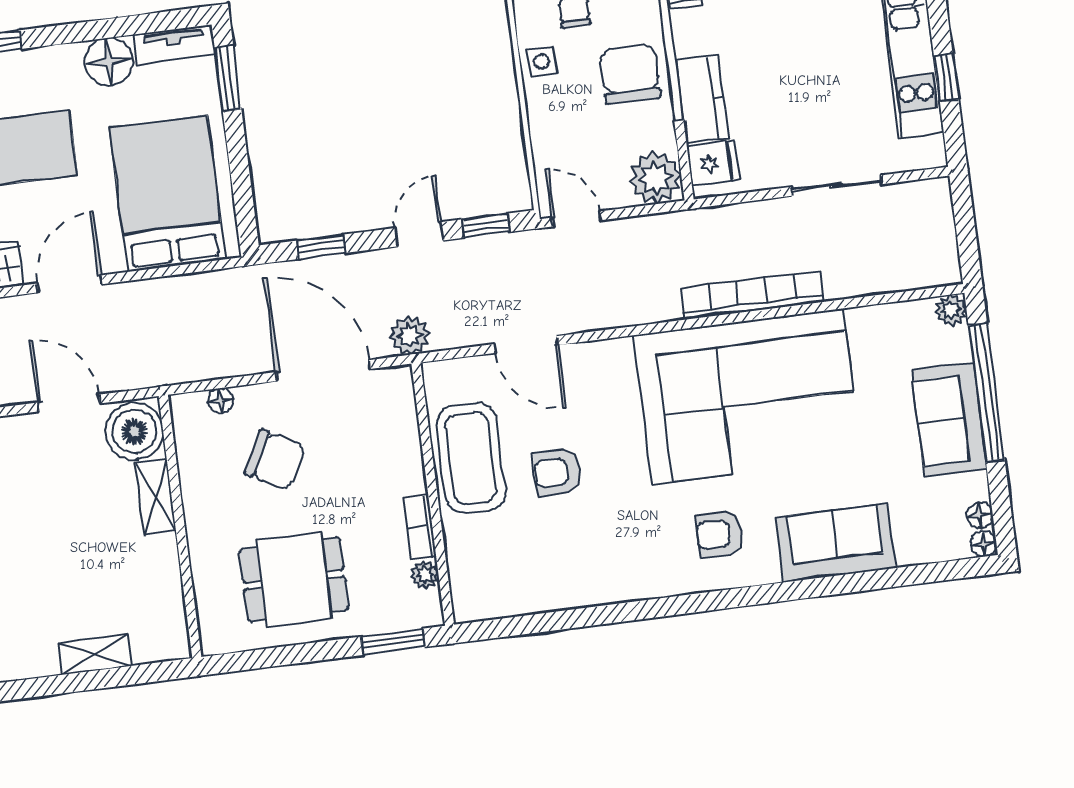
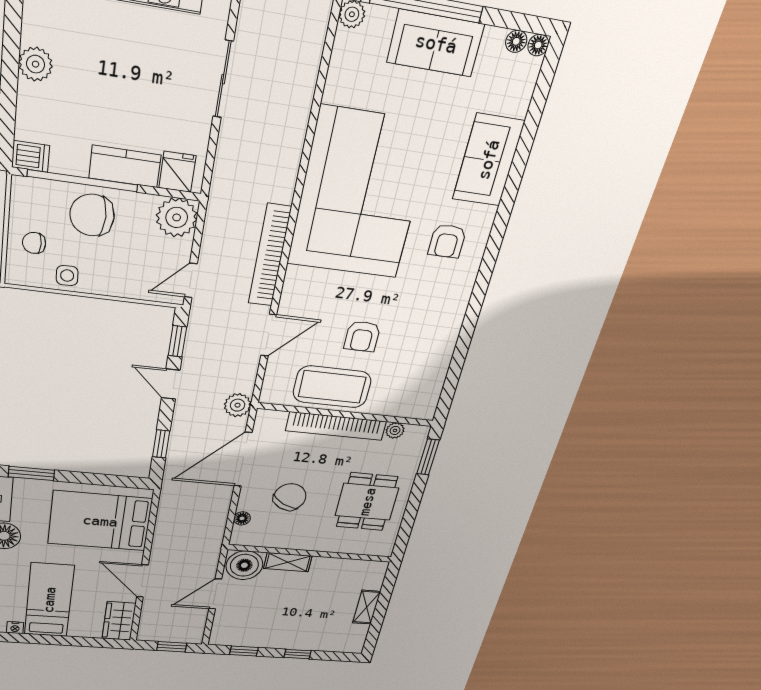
bookcase: (753, 295) -> (270, 256), moved
bookcase: (420, 527) -> (336, 426), width x2.31, depth x1.31

